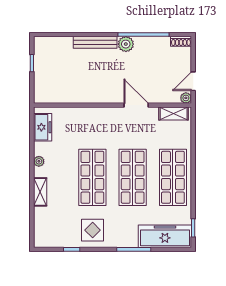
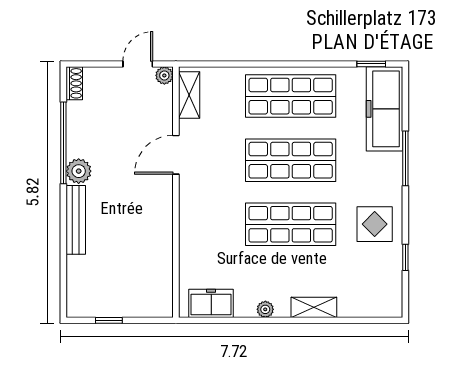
door: (193, 81) -> (138, 64), swing flipped

